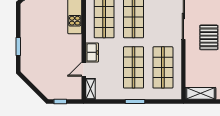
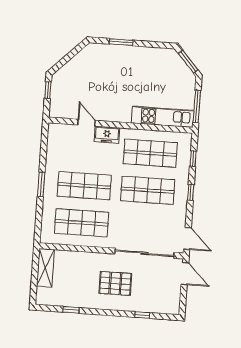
shelving: (90, 89) -> (61, 129), removed

